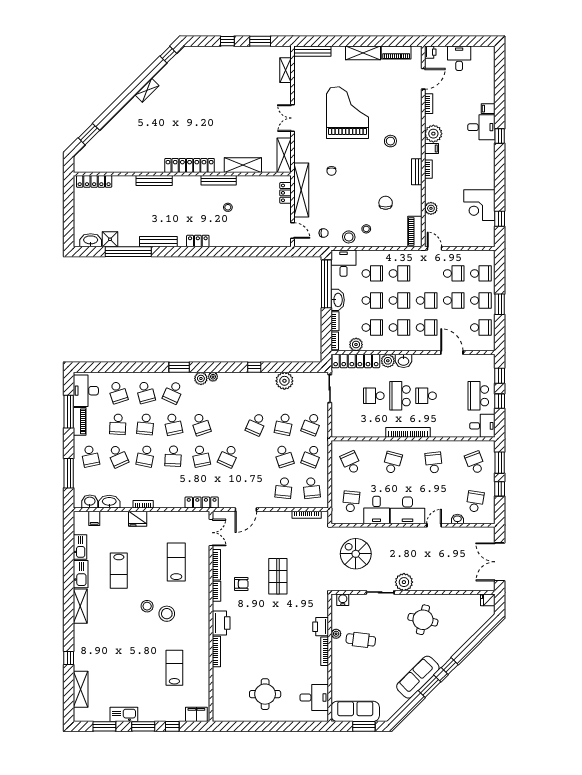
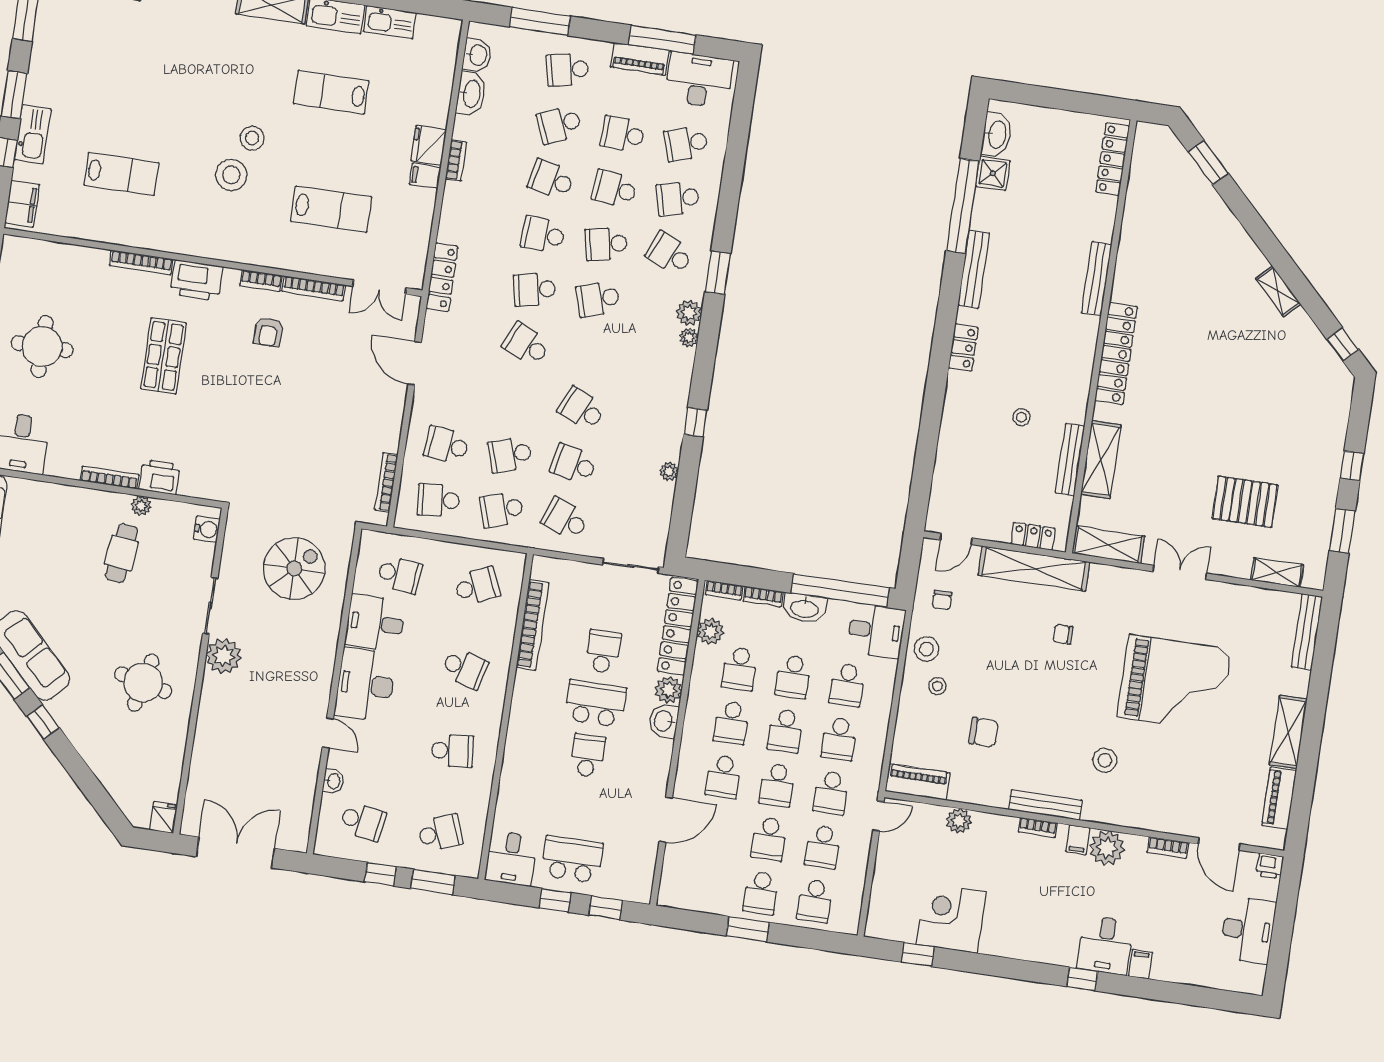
desk: (459, 58) -> (1248, 930), width x1.37
pallet: (253, 91) -> (1245, 502), added
bench: (417, 172) -> (1045, 805), width x1.36
bench: (219, 180) -> (1070, 460), moved
school desk: (481, 327) -> (831, 793), moved
plant: (284, 381) -> (669, 471), width x0.53, depth x0.53
bookcase: (408, 432) -> (532, 625), moved
school desk: (311, 456) -> (502, 510), turned -39
filing cabinet: (94, 518) -> (425, 176), moved
shop shelf: (278, 576) -> (164, 356), moved, turned 90
kitchen sink: (124, 714) -> (33, 134), moved

